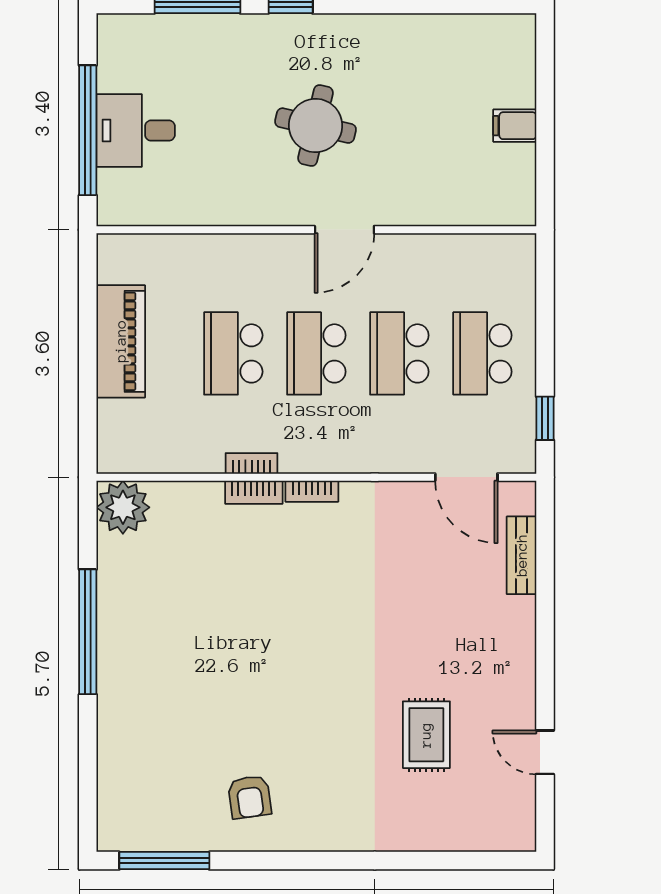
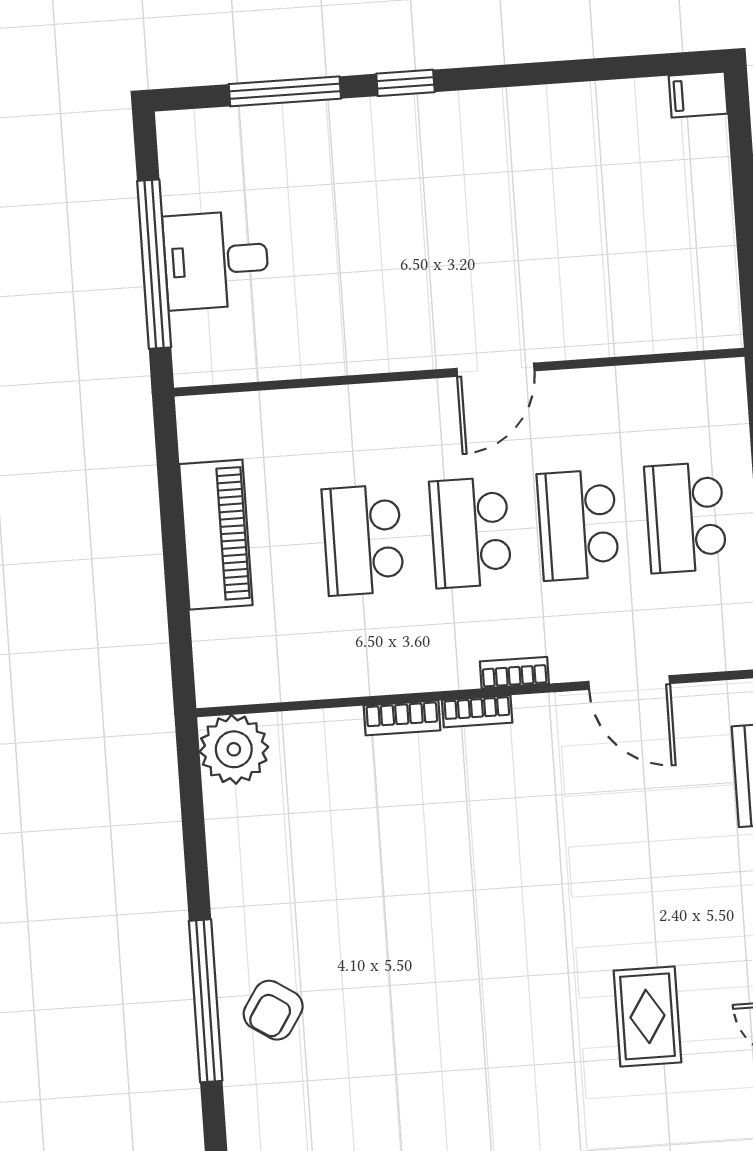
round table: (316, 126) -> (449, 237), removed
filing cabinet: (515, 126) -> (698, 95), moved
bookcase: (252, 463) -> (514, 673), moved
door: (466, 477) -> (629, 683), moved
window: (88, 632) -> (206, 1001), moved
armchair: (250, 797) -> (273, 1010), moved, turned 41

